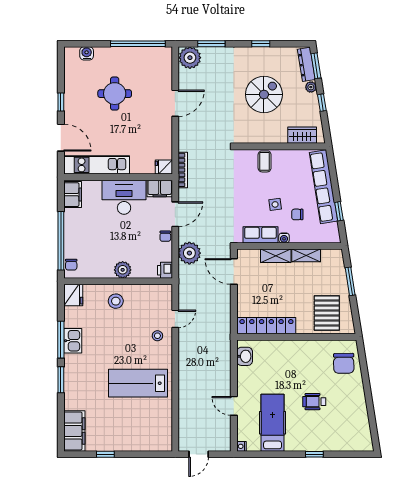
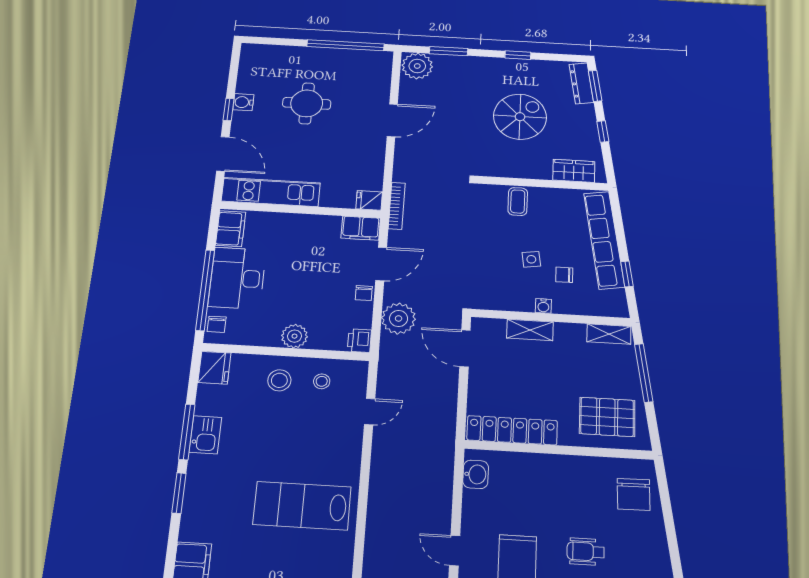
water cooler: (87, 53) -> (243, 102), moved, turned -90
plant: (311, 87) -> (587, 111), removed
desk: (124, 197) -> (237, 278), moved, turned -90
row of seats: (260, 235) -> (508, 299), removed
shelving: (306, 255) -> (609, 334), moved
window: (350, 281) -> (644, 373), width x1.44
pallet: (327, 313) -> (607, 417), turned 90
stool: (157, 336) -> (322, 381), moved

